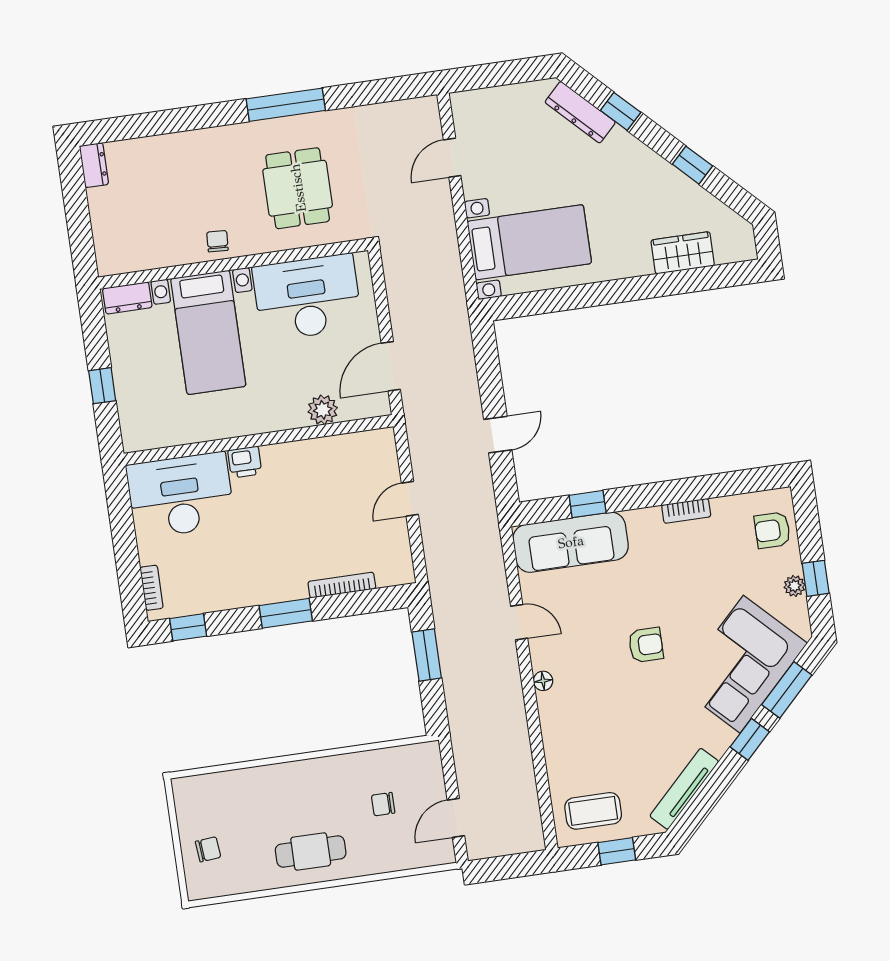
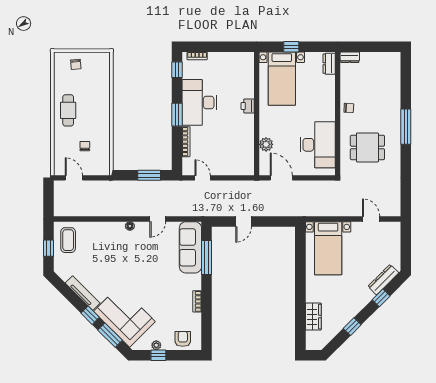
window: (286, 105) -> (406, 127), moved
dresser: (94, 165) -> (350, 57), moved
bed with nightstands: (208, 332) -> (282, 79), moved, turned -90
door: (498, 435) -> (244, 222), hinge flipped
desk: (181, 495) -> (199, 102), moved, turned 180
door: (410, 499) -> (203, 178), moved
window: (588, 504) -> (207, 257), width x2.17
armchair: (646, 645) -> (139, 275), removed
tv unit: (684, 789) -> (83, 293), moved

